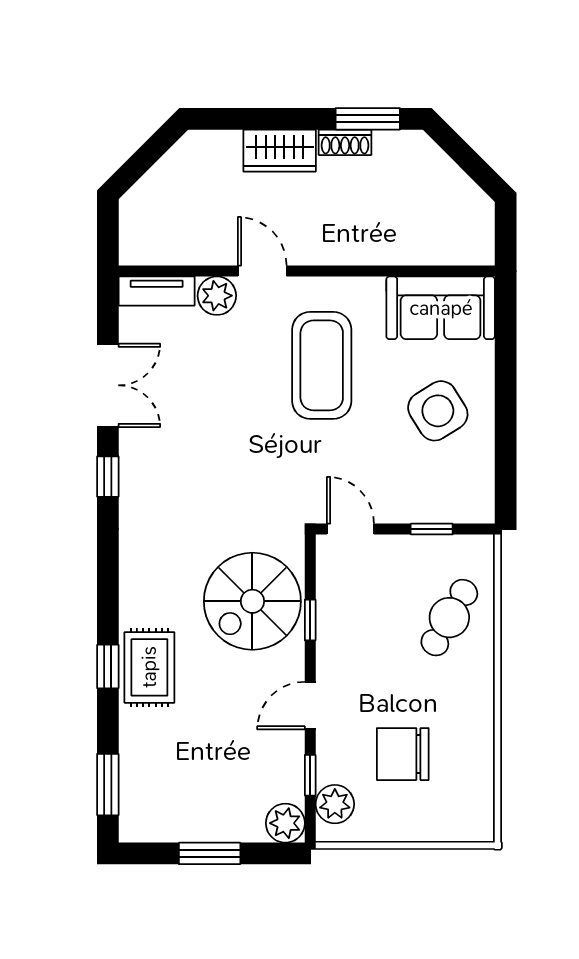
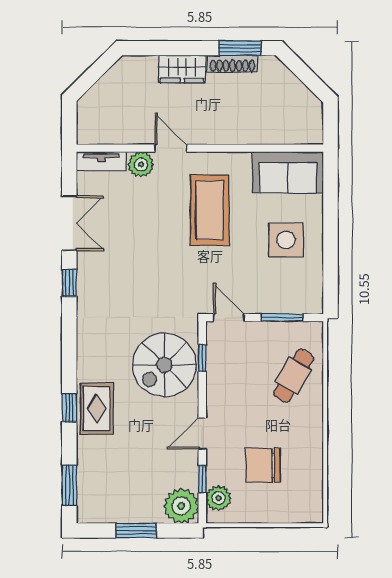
shoe rack: (345, 142) -> (232, 64), width x1.43
side table: (438, 411) -> (286, 240), turned 32
window: (432, 529) -> (282, 318), width x1.50
window: (310, 620) -> (202, 358), moved
plant: (285, 823) -> (181, 506), width x1.36, depth x1.36

